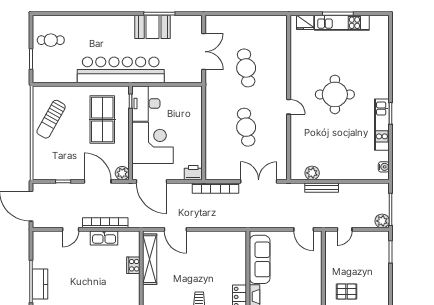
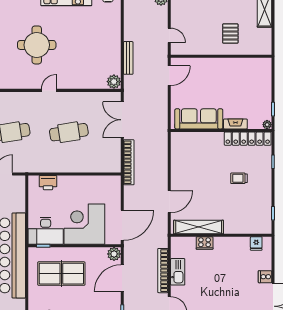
printer: (193, 173) -> (48, 183), moved, turned -90
plant: (312, 173) -> (114, 82), moved

